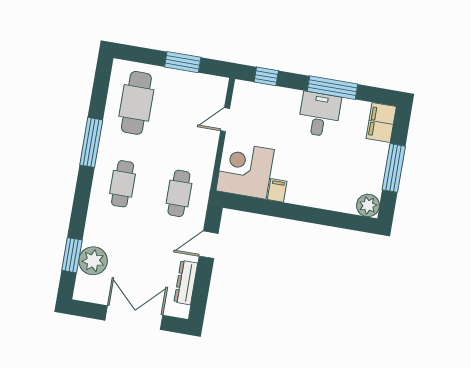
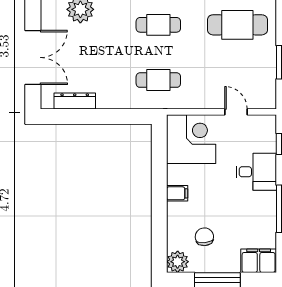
desk: (319, 114) -> (256, 172), moved
chair: (347, 174) -> (204, 237), added
filing cabinet: (277, 190) -> (177, 193), moved
door: (209, 245) -> (114, 117), removed

